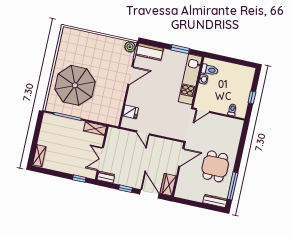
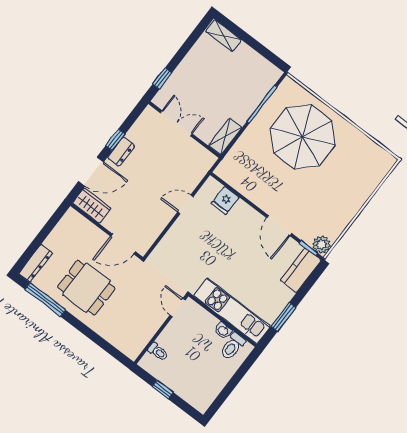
door: (181, 157) -> (123, 244), hinge flipped
dresser: (106, 177) -> (121, 152), moved

